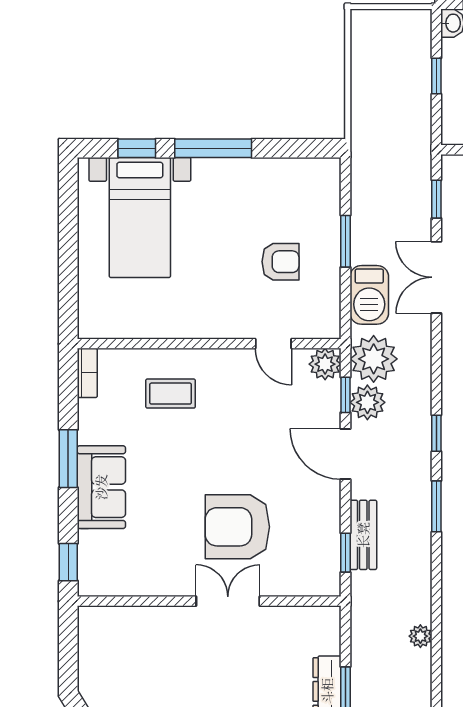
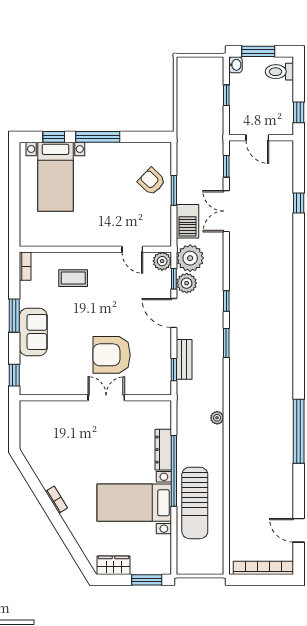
armchair: (280, 262) -> (152, 181), moved, turned -136

